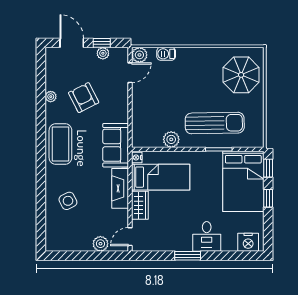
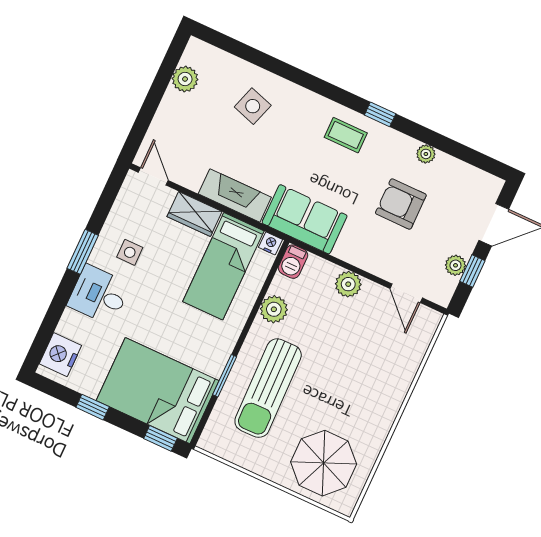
barbecue: (166, 54) -> (293, 262), moved, turned 180
plant: (139, 55) -> (348, 284), moved
armchair: (84, 98) -> (401, 204), turned -153
window: (41, 131) -> (380, 114), added
coffee table: (60, 144) -> (346, 135), width x0.54, depth x0.58
window: (268, 198) -> (93, 407), moved
side table: (68, 201) -> (253, 106), turned 45
side table: (176, 230) -> (130, 252), added
plant: (100, 244) -> (185, 79), moved

